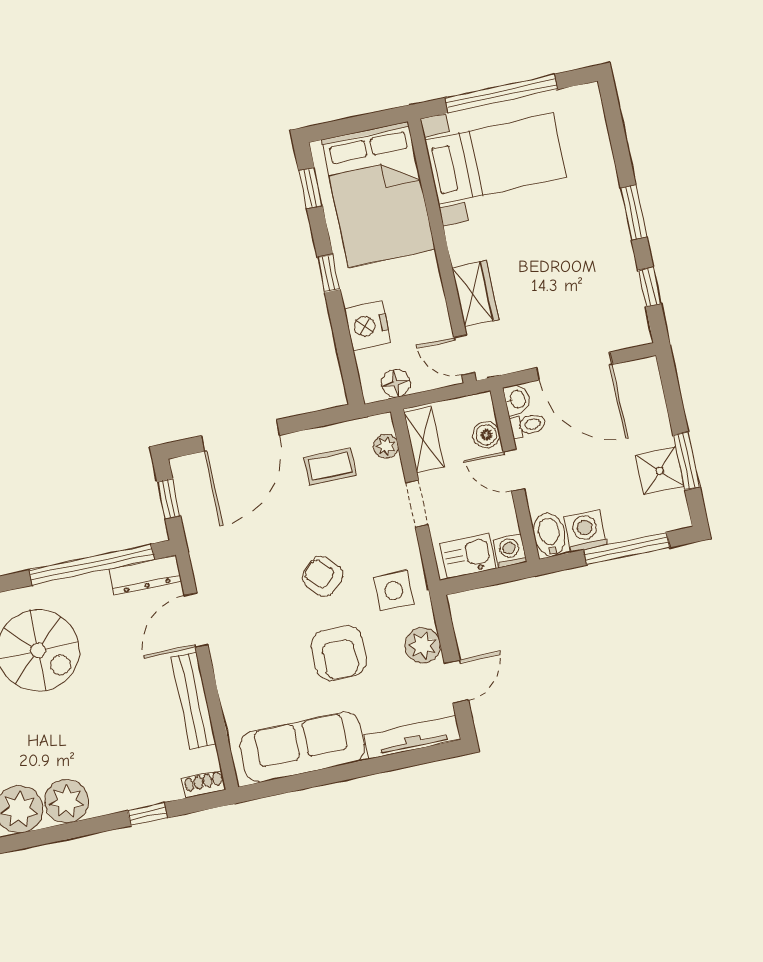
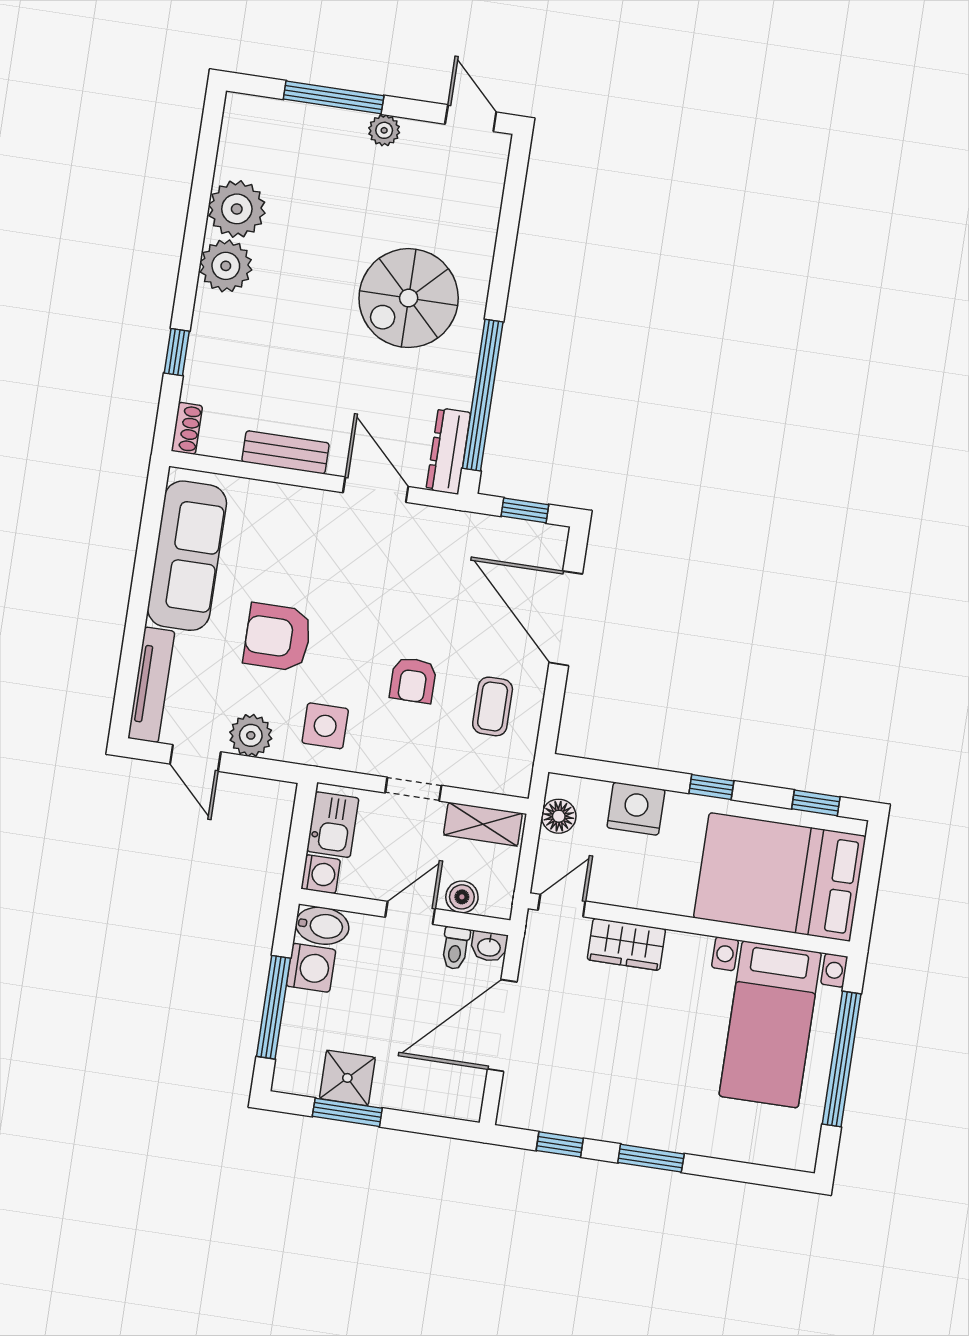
plant: (386, 446) -> (492, 779), removed
armchair: (323, 576) -> (413, 680), moved, turned 134
bench: (193, 701) -> (286, 452), width x0.73

